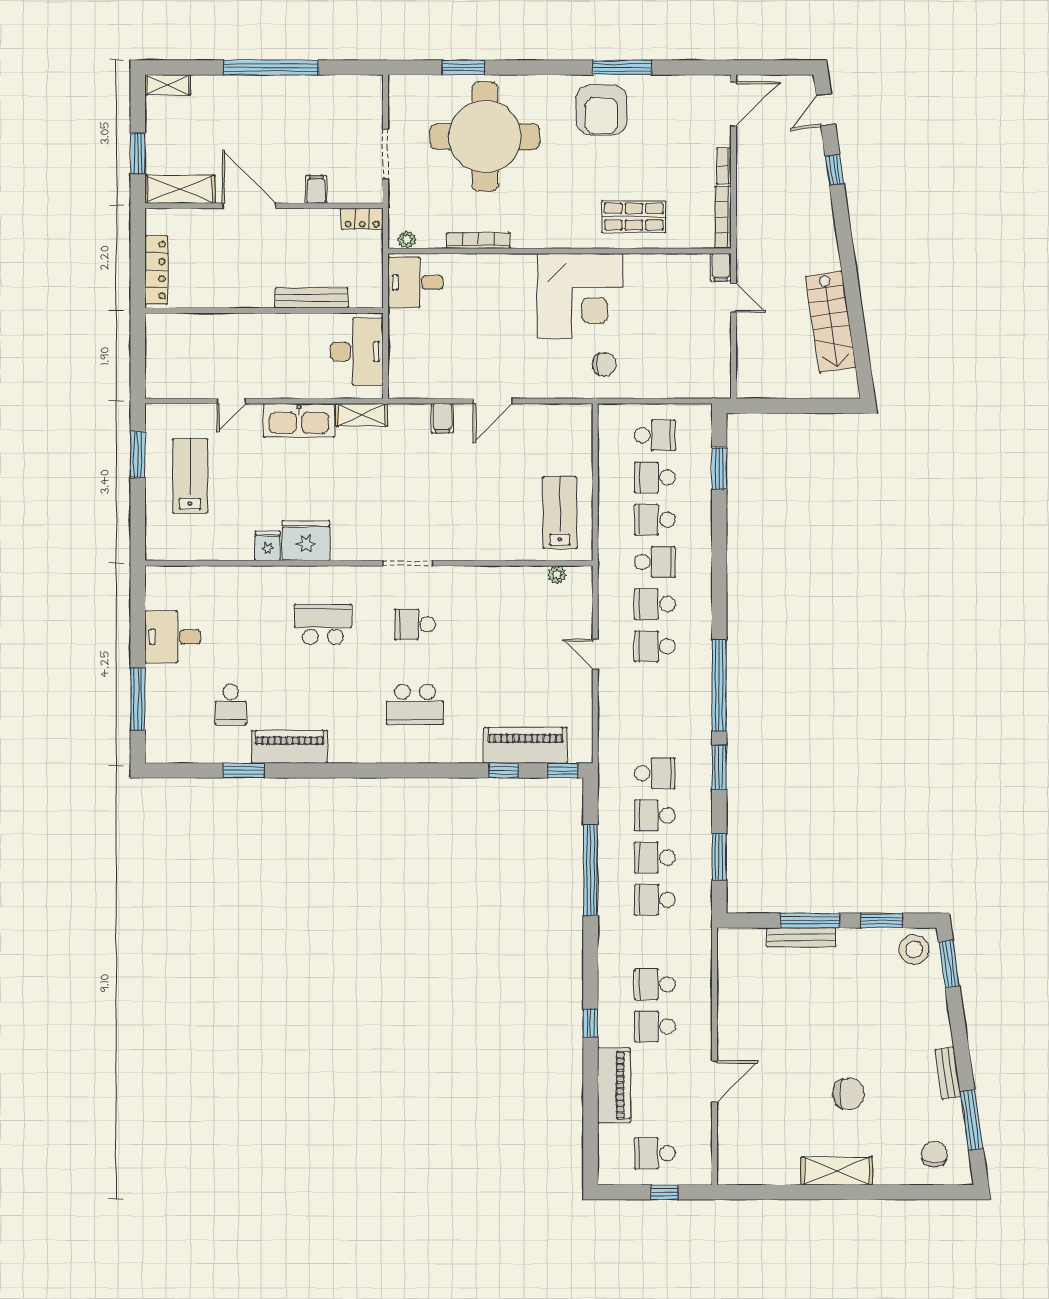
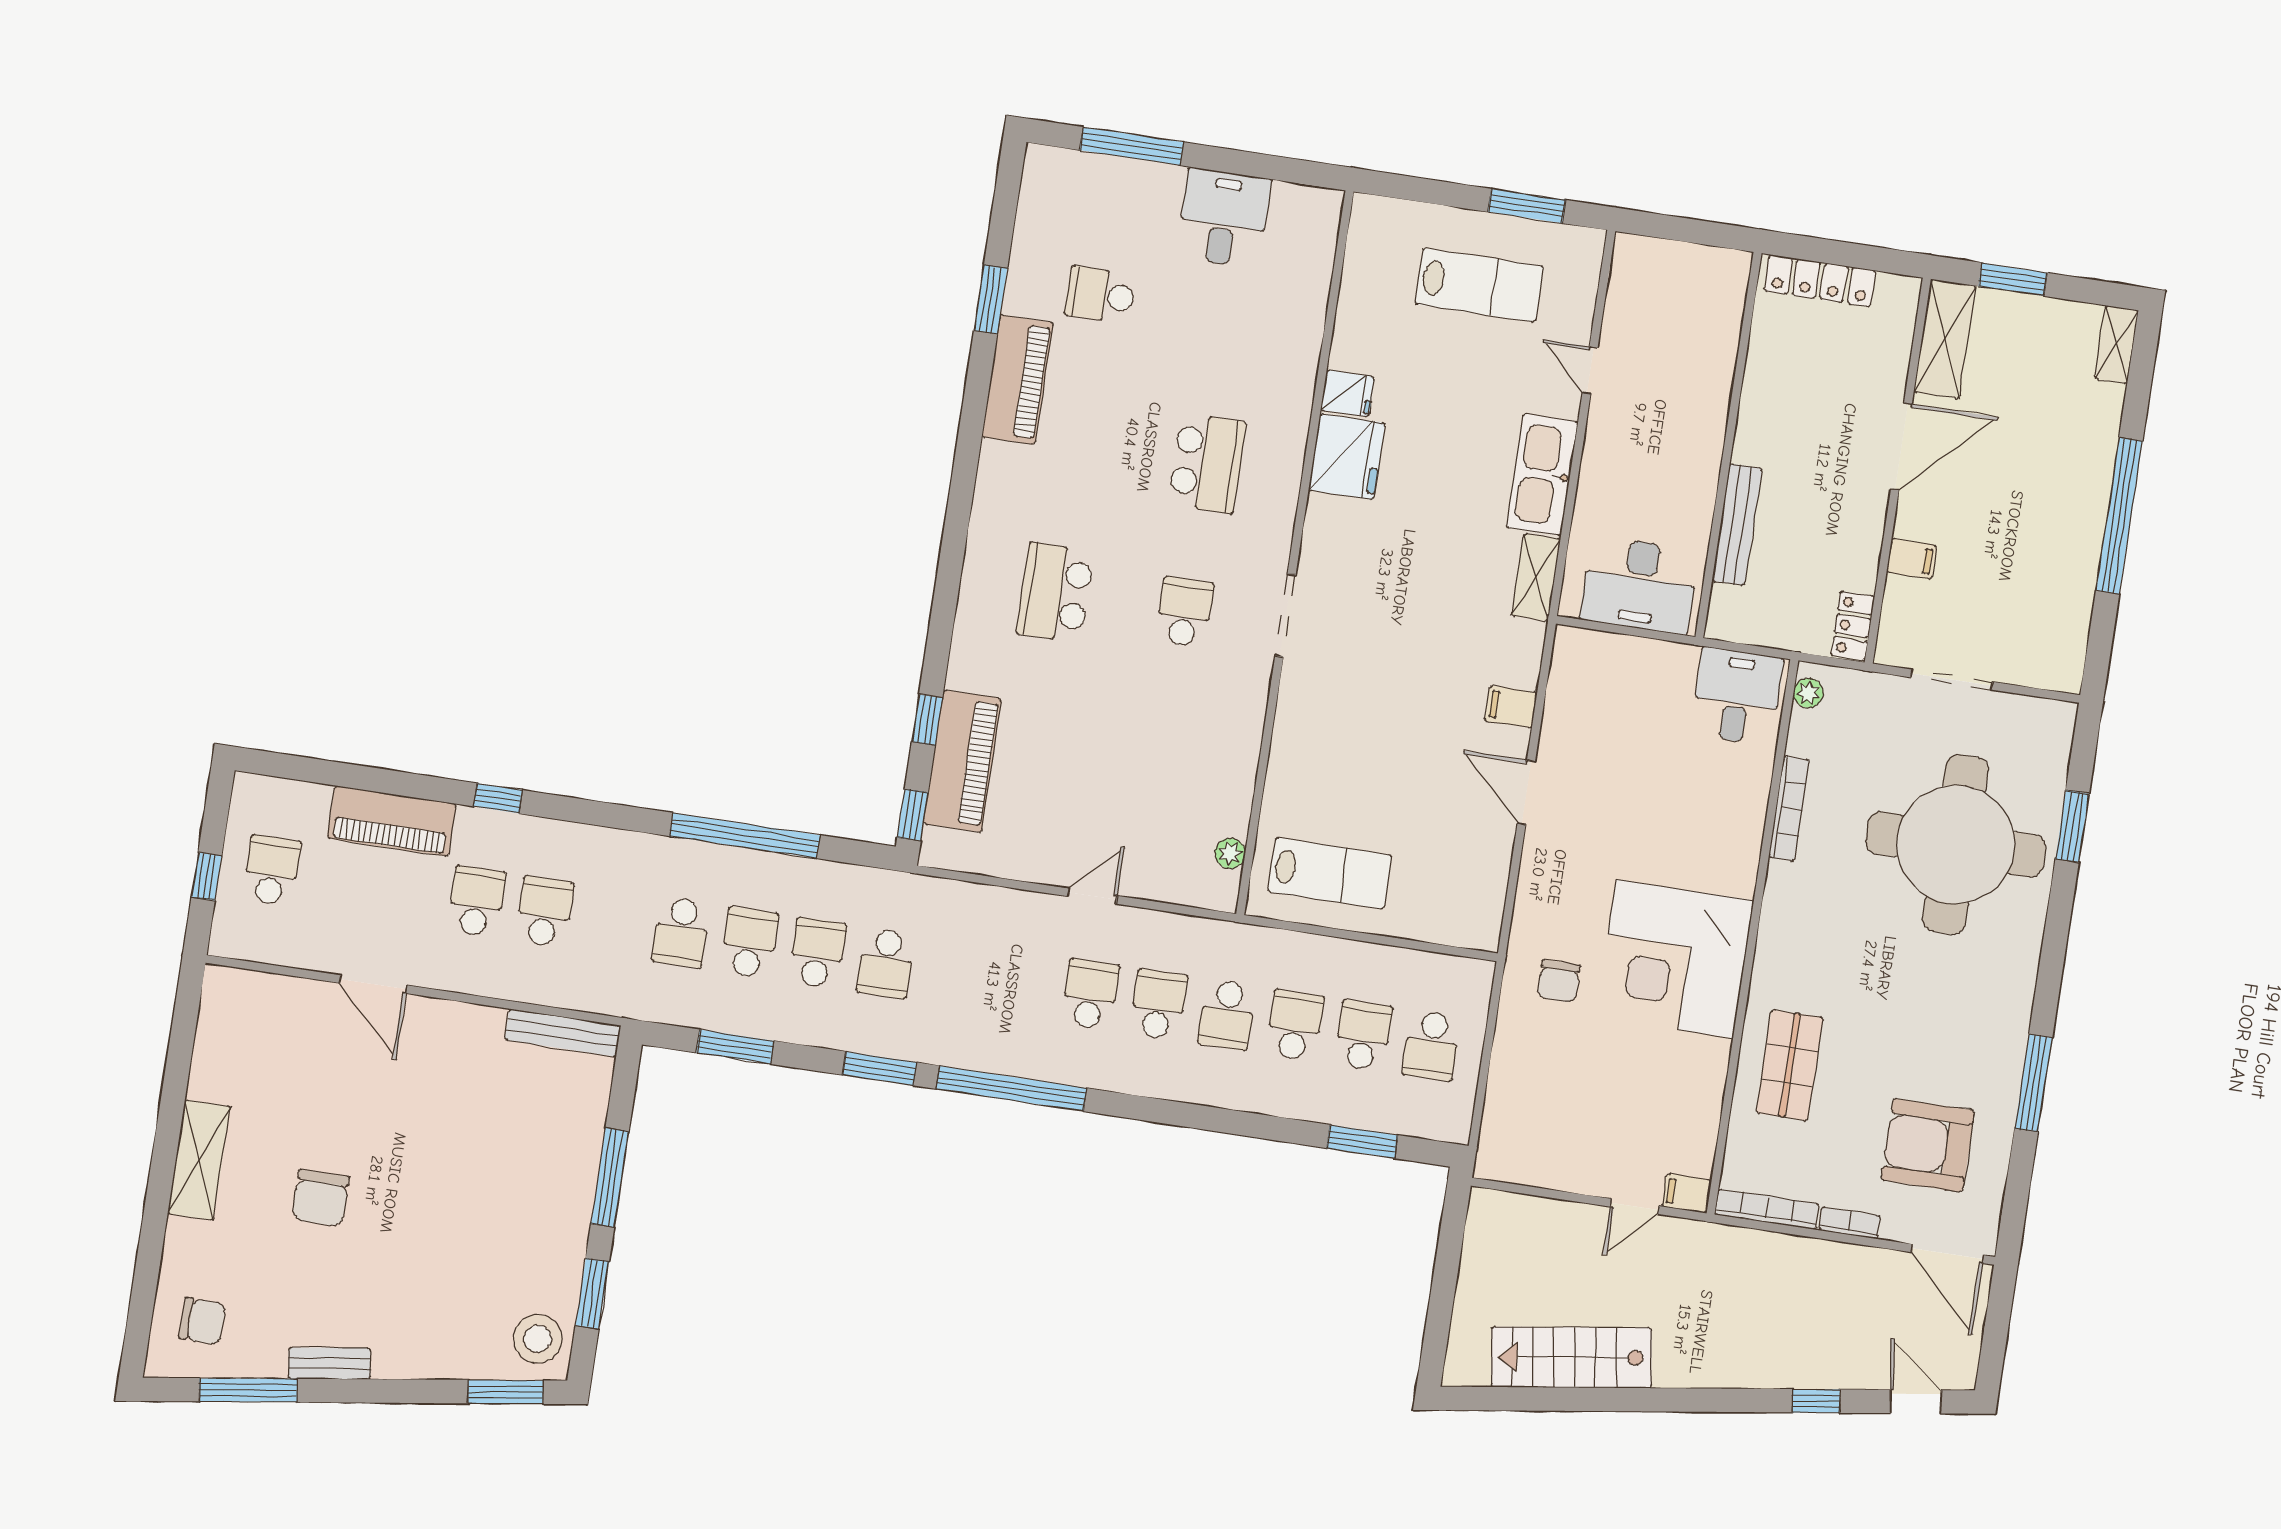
armchair: (601, 110) -> (1928, 1145), moved
school desk: (655, 900) -> (681, 932), turned 180
bench: (801, 937) -> (563, 1033), moved, turned 90

